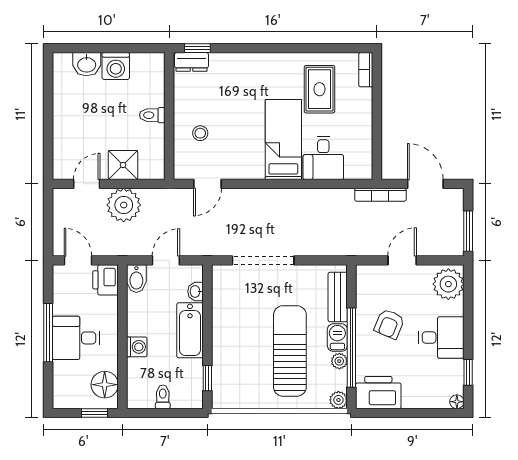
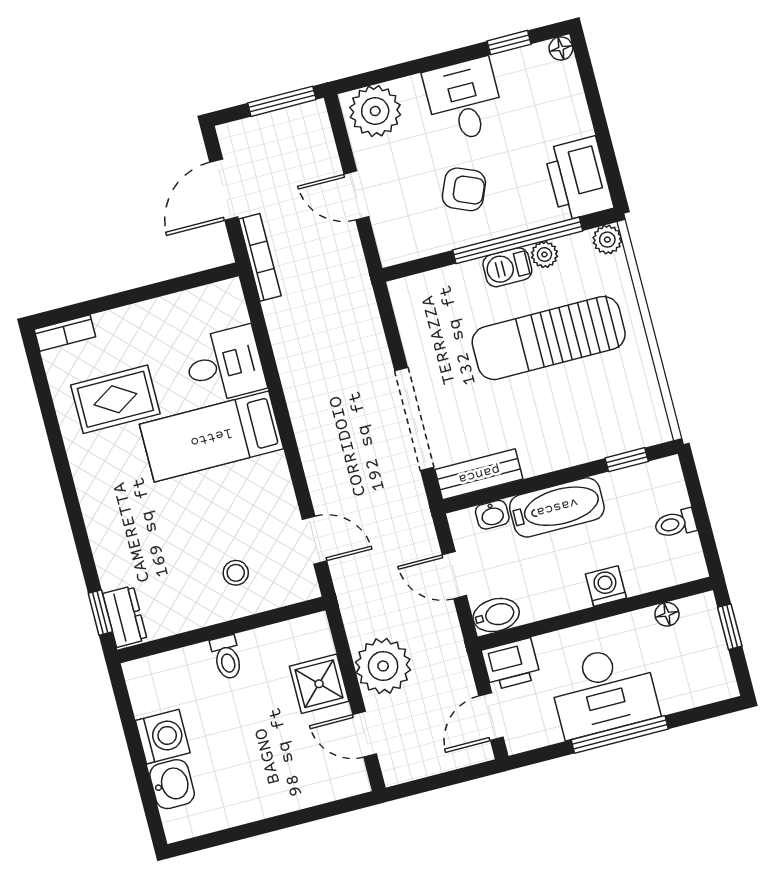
bench: (338, 297) -> (479, 474), moved
desk: (76, 338) -> (604, 691), width x1.37
floor lamp: (105, 385) -> (667, 614), width x0.53, depth x0.53

